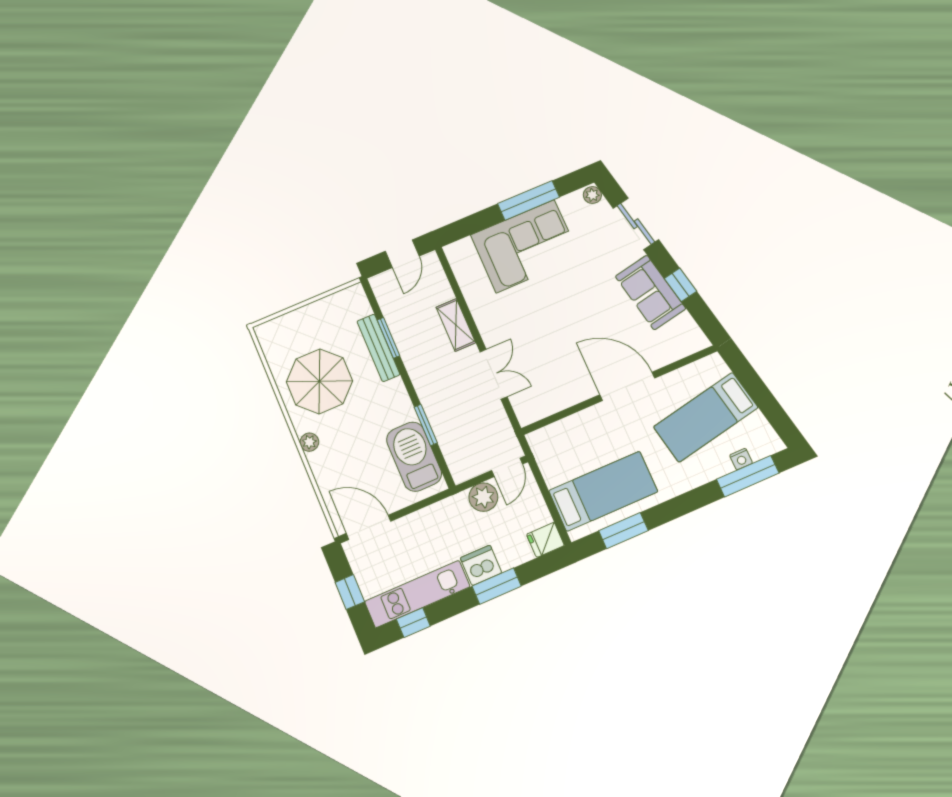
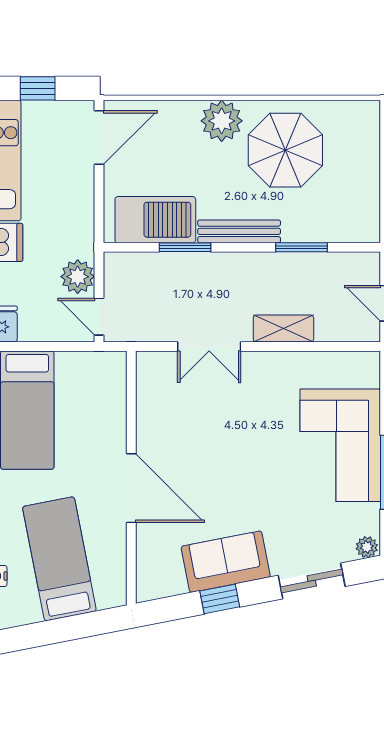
bench: (378, 348) -> (239, 231), moved
door: (627, 386) -> (131, 488), hinge flipped
plant: (309, 442) -> (222, 121), width x1.88, depth x1.88

